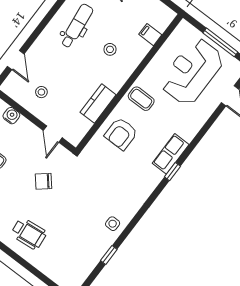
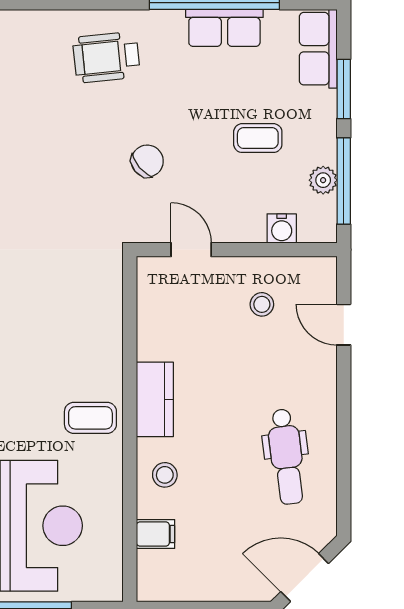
stool: (110, 49) -> (165, 475), moved
kitchen counter: (98, 104) -> (155, 399), moved
armchair: (121, 134) -> (80, 335), removed

